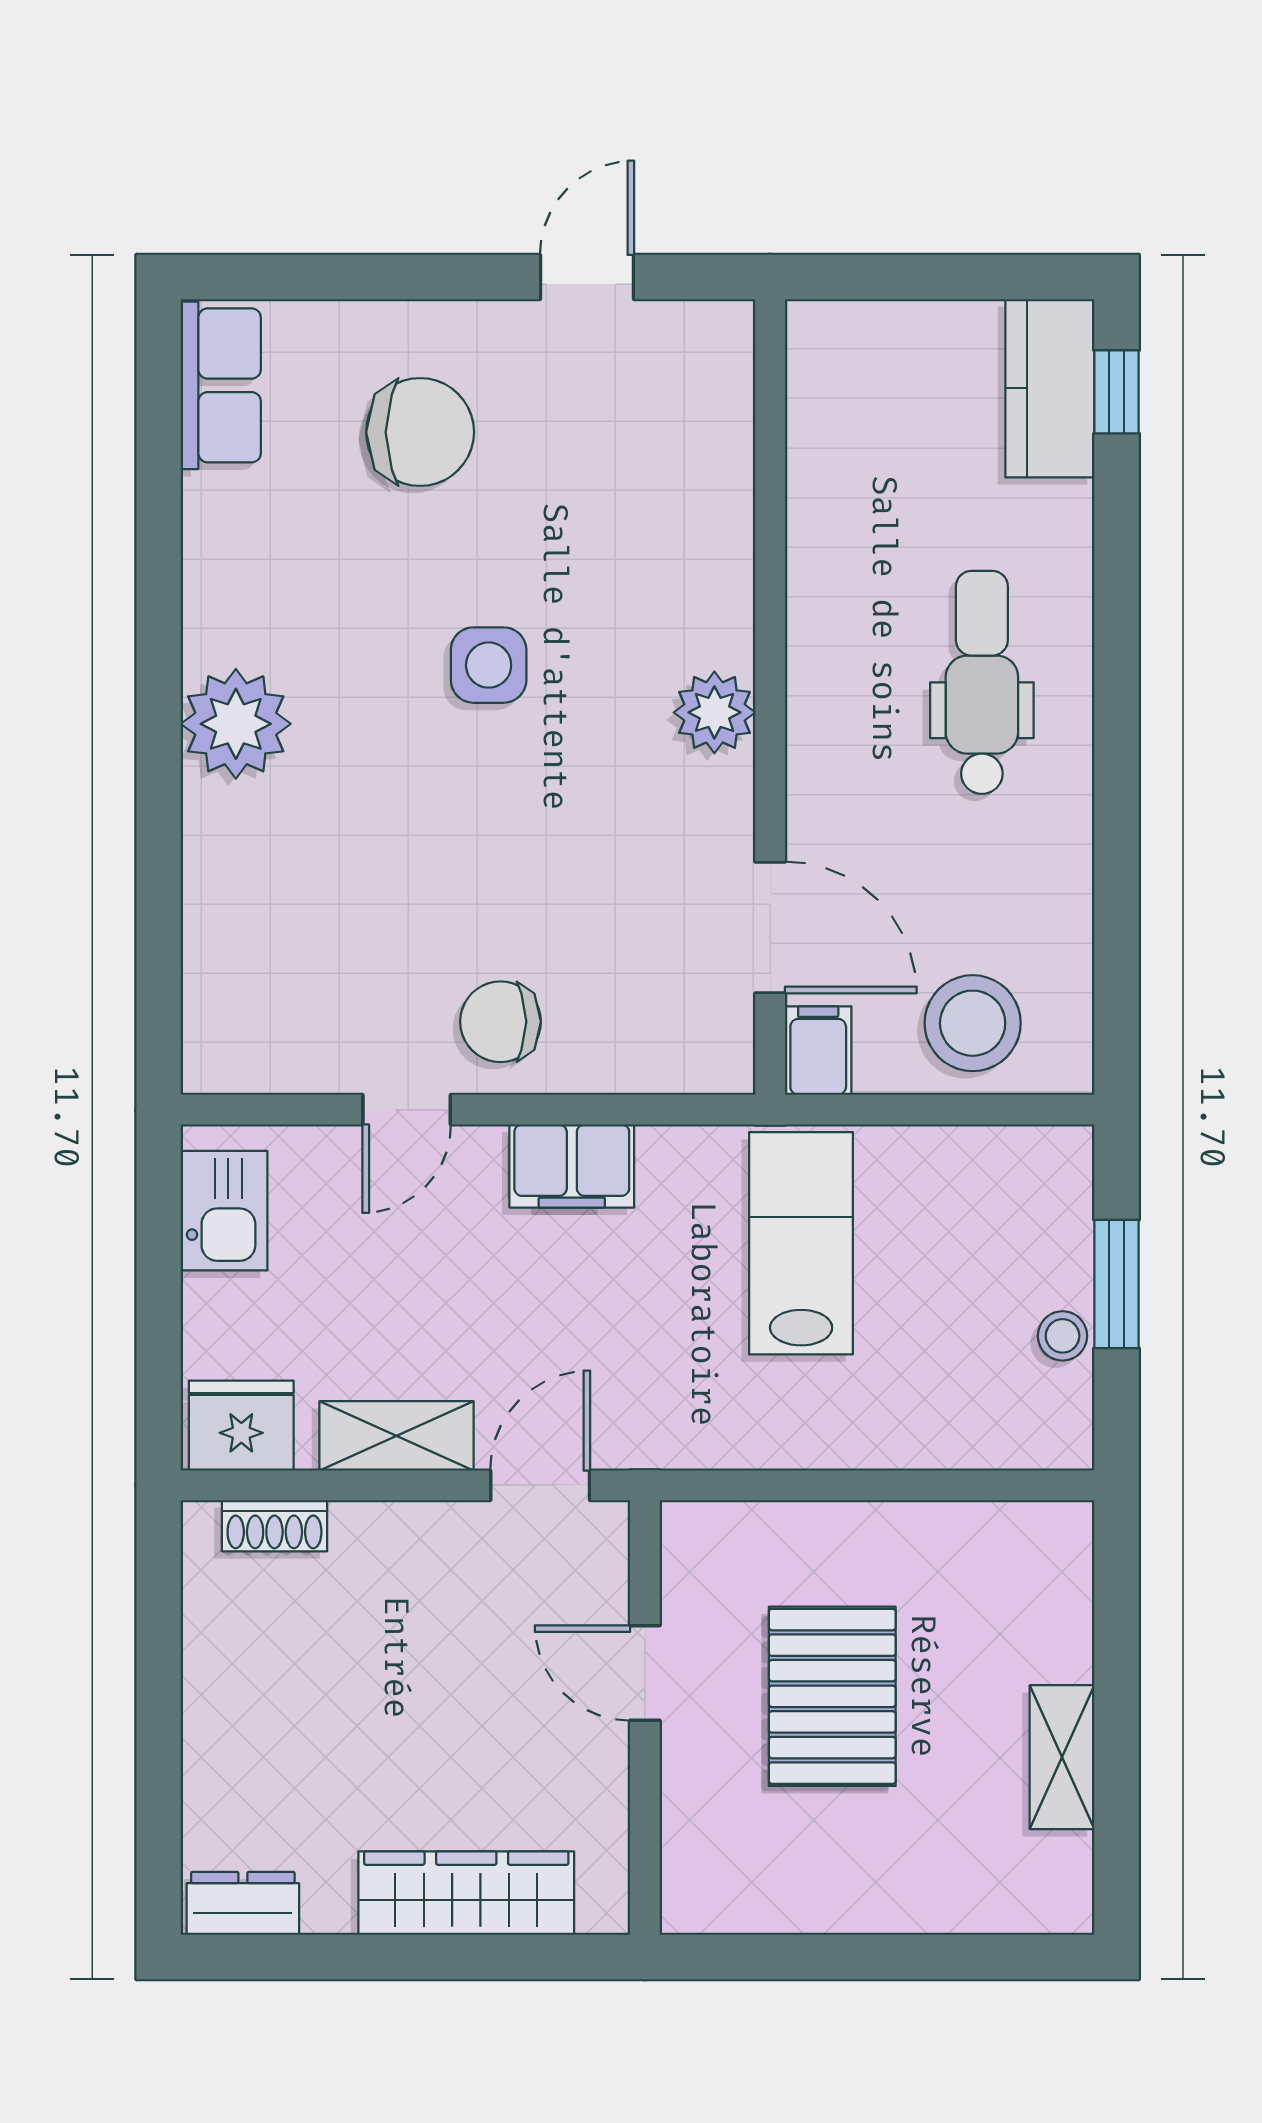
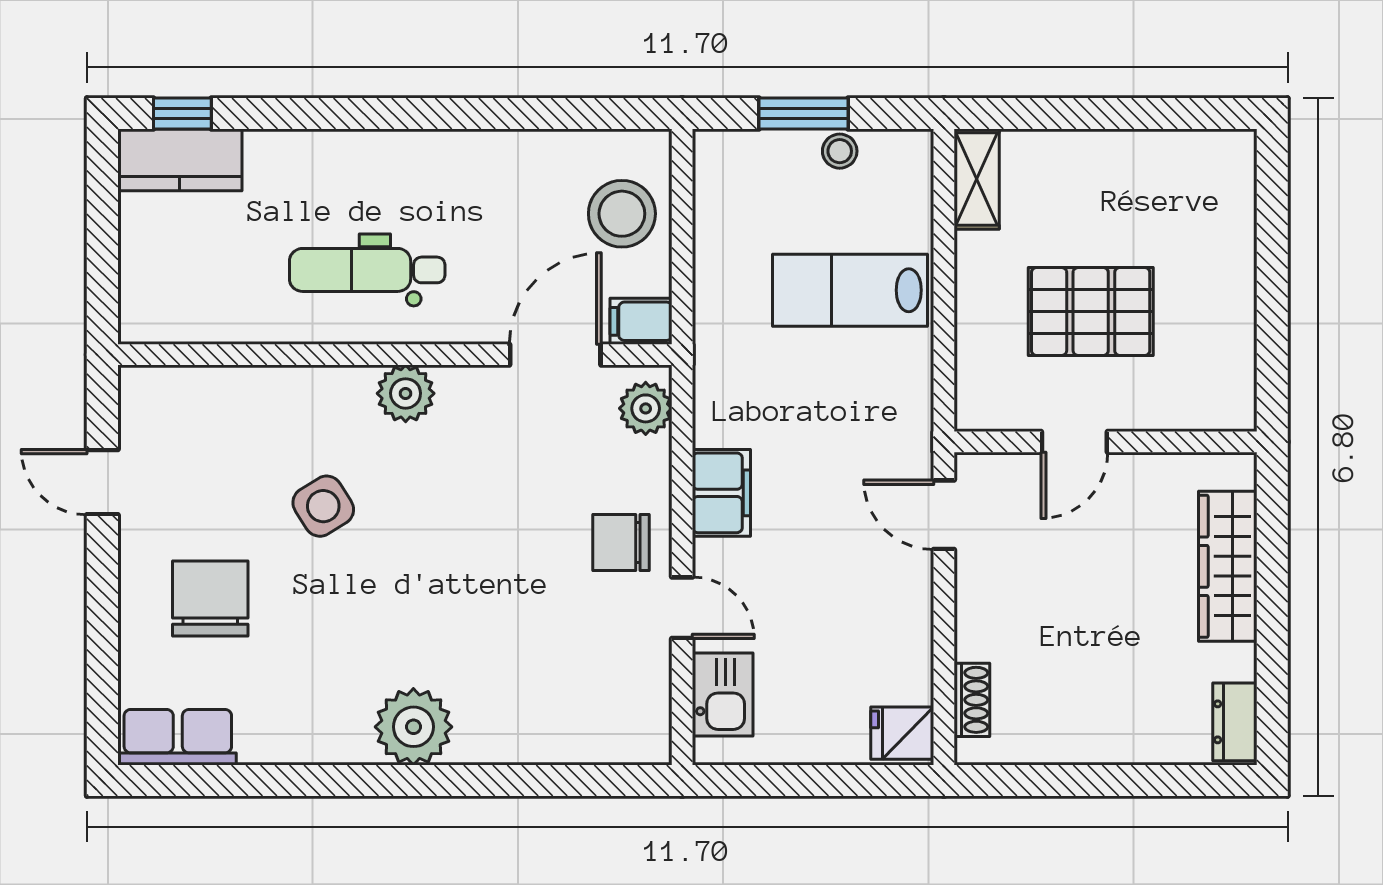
side table: (489, 665) -> (323, 506), moved, turned -32
dental chair: (982, 682) -> (367, 270), moved
chair: (500, 1022) -> (621, 542), turned 90
plant: (693, 1057) -> (646, 408), added
kitchen sink: (224, 1211) -> (723, 695), moved, turned 90
lab bench: (801, 1243) -> (850, 290), moved
fridge: (241, 1426) -> (902, 733), width x0.72
shelving: (397, 1436) -> (909, 615), removed
shelving: (1062, 1757) -> (977, 179), moved, turned 90

